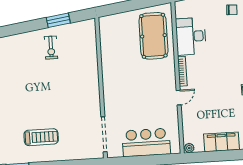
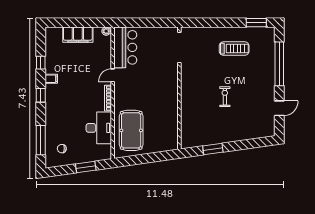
exercise bike: (51, 48) -> (225, 97), moved
treadmill: (41, 137) -> (234, 49), turned 180
bar counter: (146, 142) -> (125, 47), moved, turned -90

